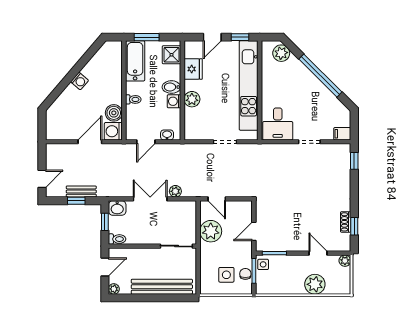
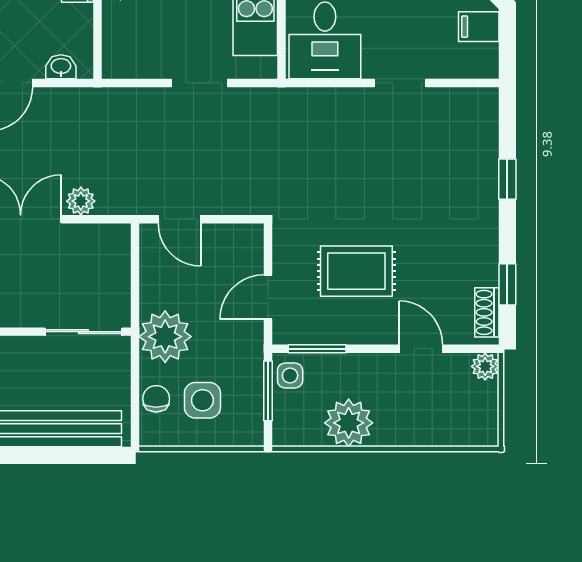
filing cabinet: (342, 134) -> (479, 27), moved
window: (354, 161) -> (507, 179), moved
rug: (291, 221) -> (356, 271), added
shoe rack: (346, 222) -> (487, 312), moved
plant: (211, 231) -> (165, 337), moved
chair: (245, 274) -> (156, 399), moved
plant: (315, 284) -> (349, 423), moved

